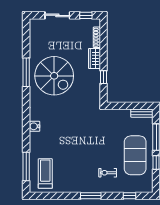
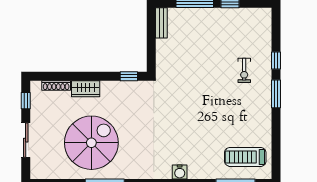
spiral stairs: (54, 76) -> (91, 143), moved
window: (103, 77) -> (129, 76), moved
exercise mat: (135, 155) -> (220, 32), removed
window: (130, 196) -> (276, 60), moved

